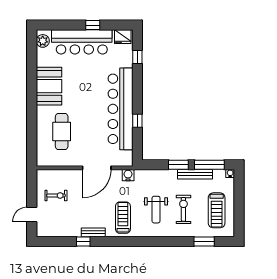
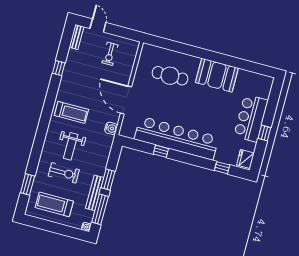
plant: (43, 41) -> (262, 81), removed
bar counter: (82, 42) -> (251, 118), width x0.73
weight bench: (156, 210) -> (71, 146), turned -90
bench: (93, 232) -> (76, 37), moved

